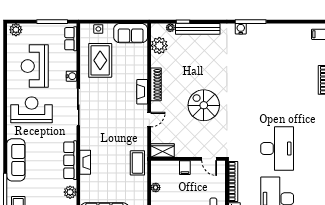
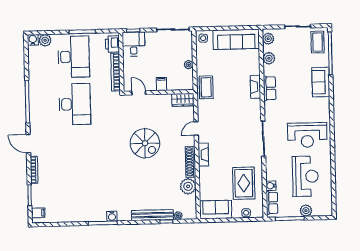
plant: (16, 30) -> (306, 211), moved
plant: (159, 46) -> (188, 186), moved
water cooler: (71, 76) -> (271, 186), moved
desk: (277, 149) -> (75, 104), turned 180
sofa: (16, 160) -> (321, 82), width x0.73
row of seats: (70, 160) -> (270, 88), width x0.68

